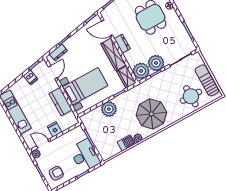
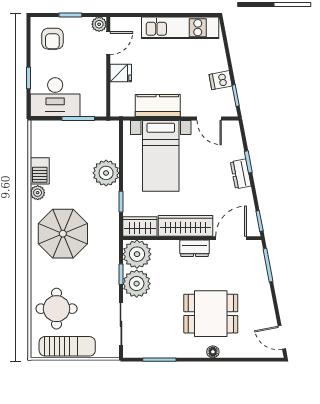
dresser: (58, 52) -> (241, 174), moved

